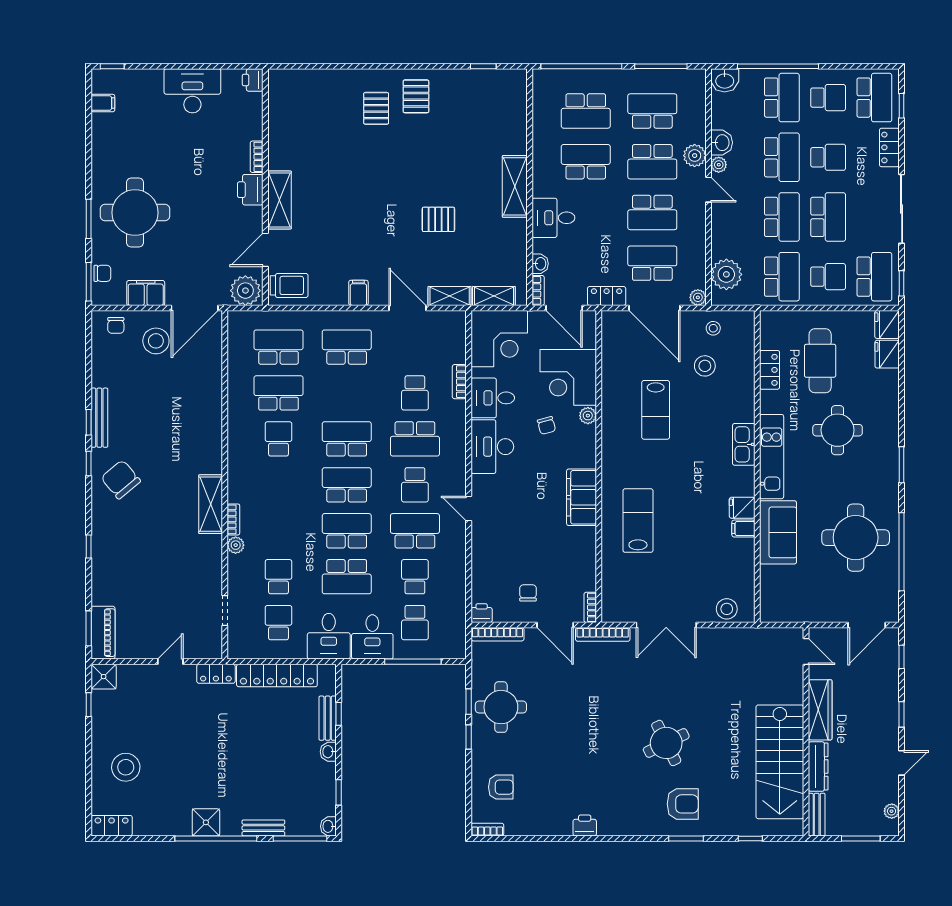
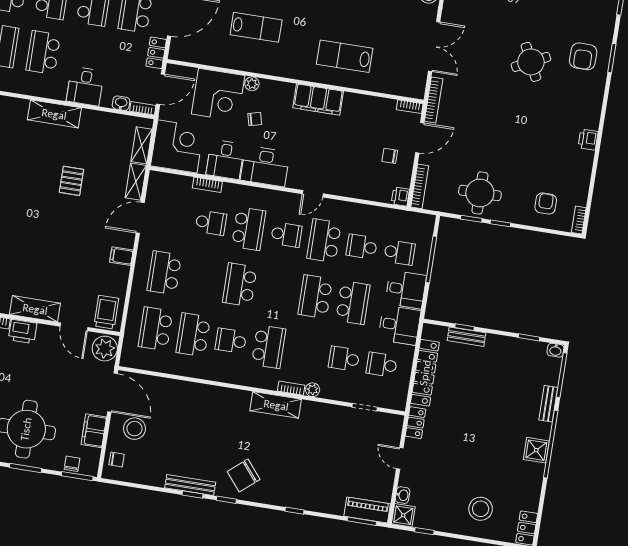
school desk: (347, 485) -> (269, 347), moved, turned 180
washbasin: (328, 752) -> (403, 495), moved, turned -90
armchair: (683, 804) -> (583, 56), turned 180

